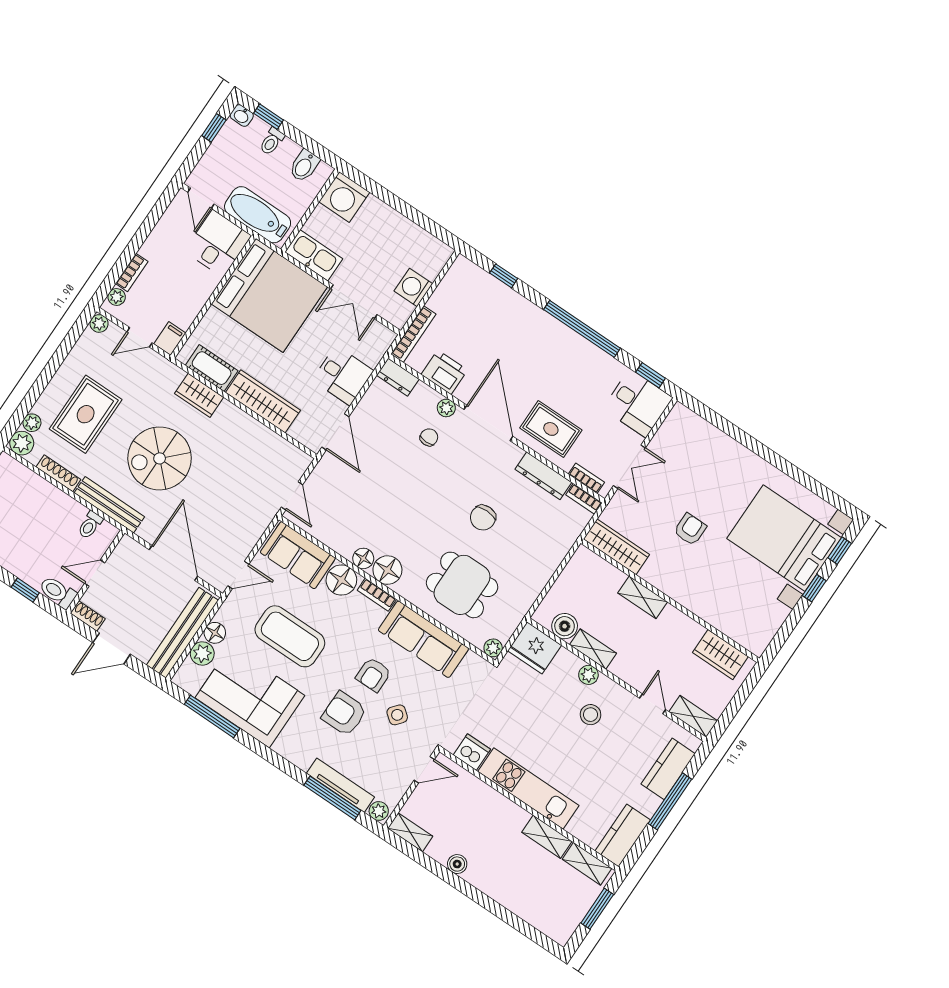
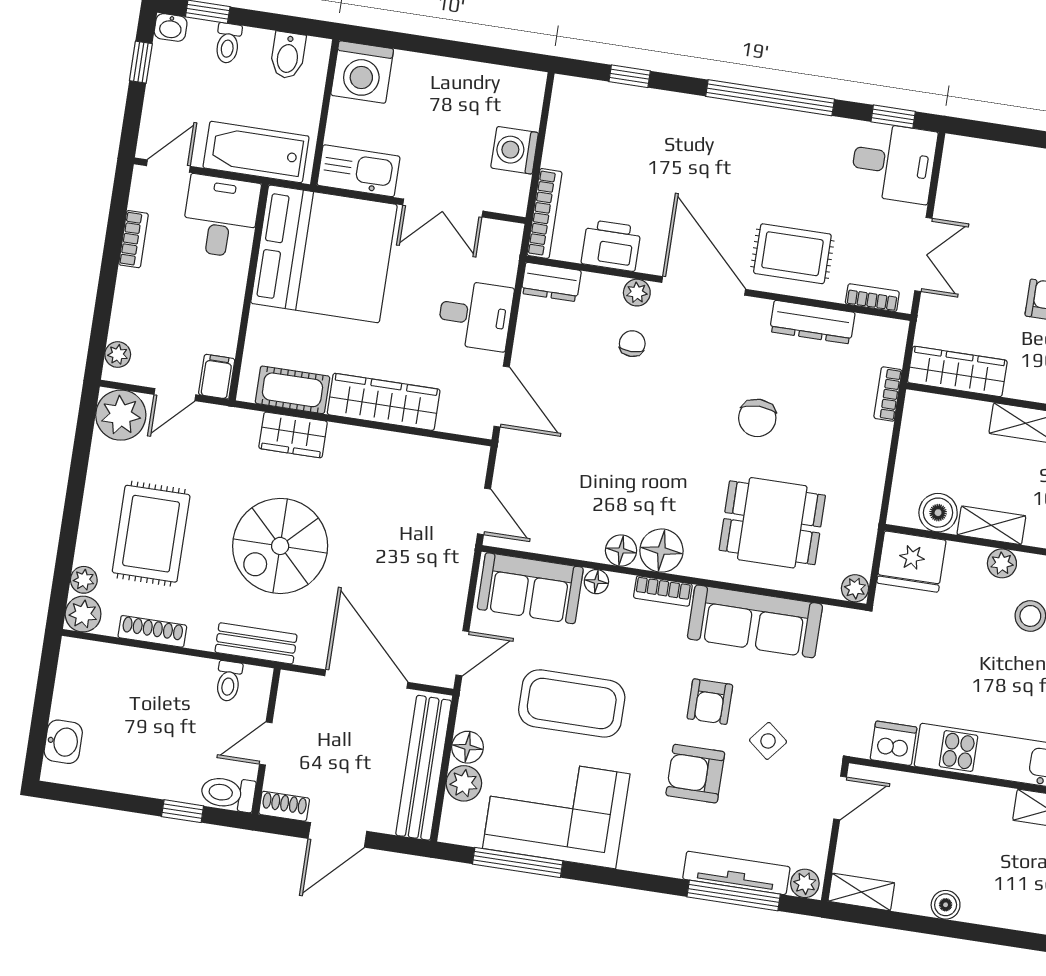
door: (201, 198) -> (168, 166), swing flipped
bookcase: (132, 273) -> (134, 239), moved
plant: (99, 323) -> (121, 415), width x1.88, depth x1.88
bookcase: (584, 499) -> (888, 394), moved, turned 90
bench: (109, 505) -> (256, 643), width x0.73
floor lamp: (341, 580) -> (596, 582), width x0.53, depth x0.53

